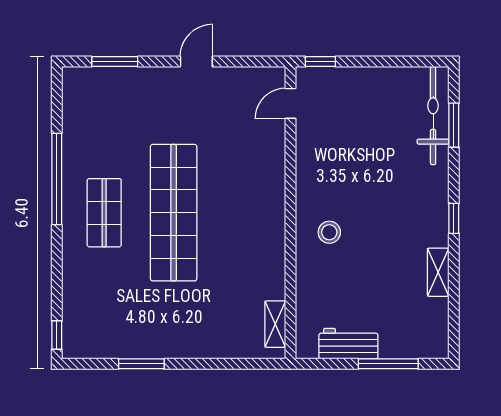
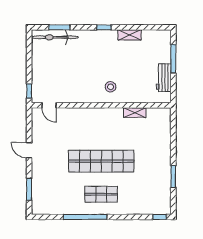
shelving: (275, 324) -> (135, 113), moved

